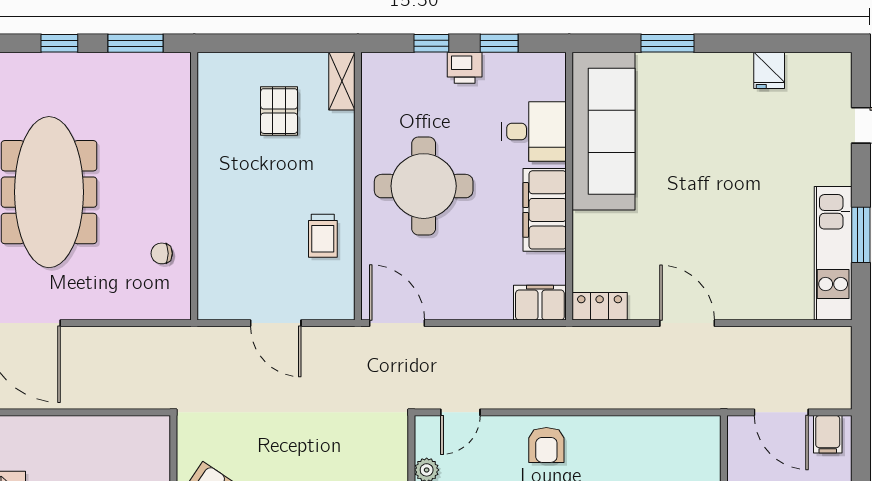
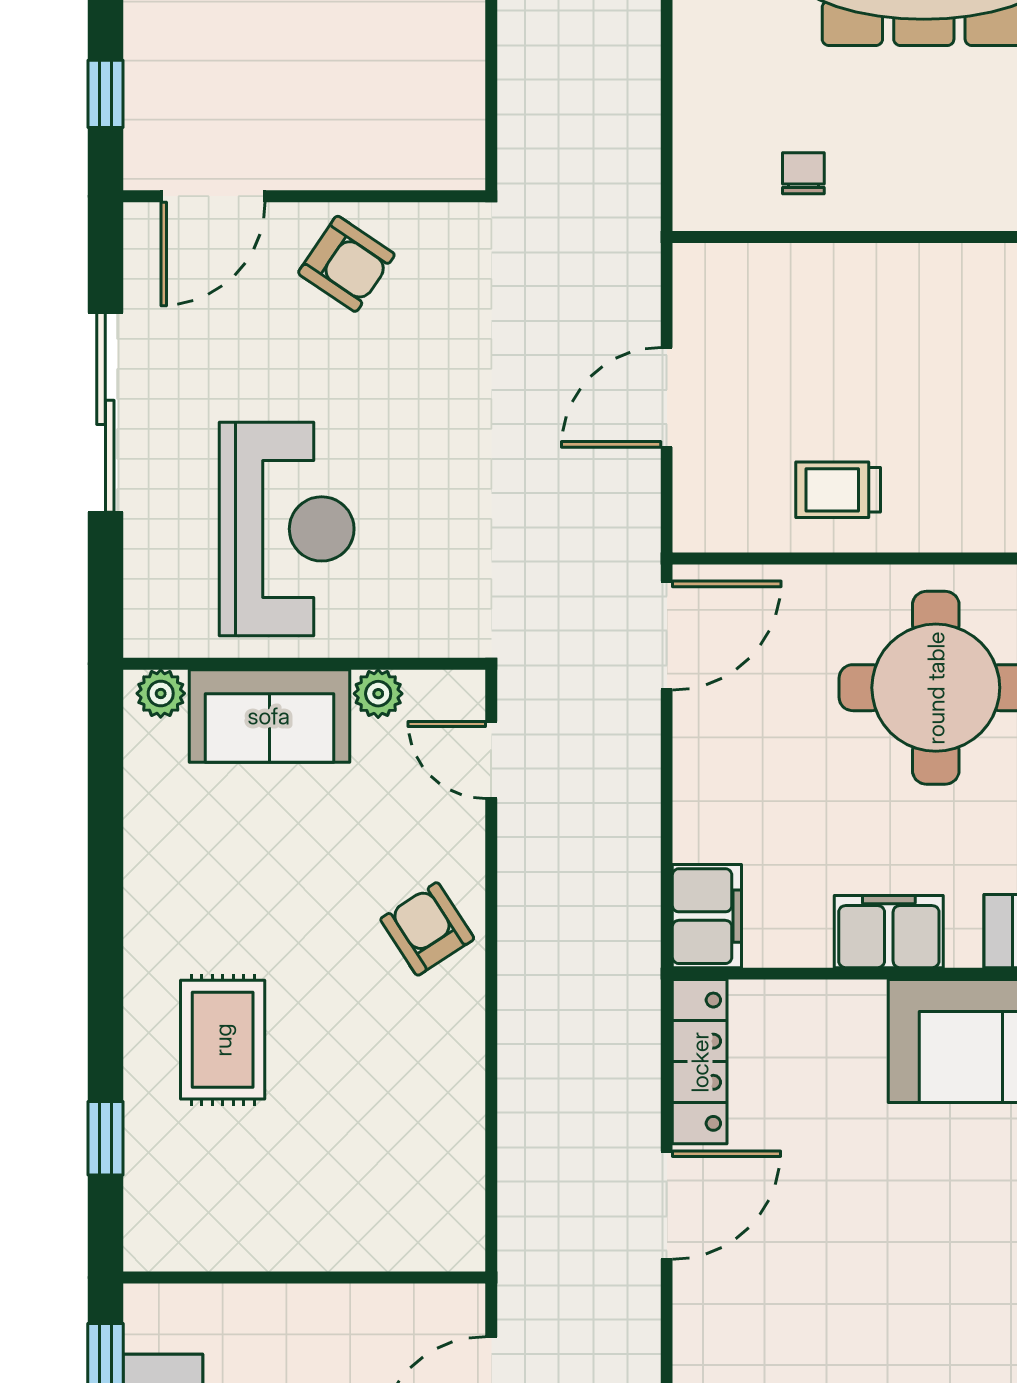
filing cabinet: (545, 210) -> (889, 932), width x0.67, depth x0.86
locker: (600, 306) -> (700, 1062), width x1.53
armchair: (546, 445) -> (427, 929), turned 57

